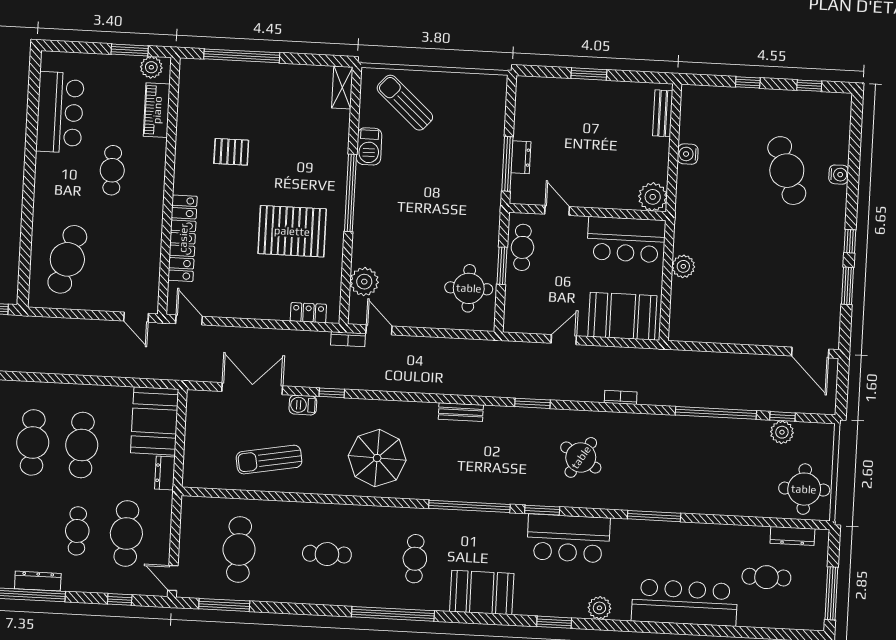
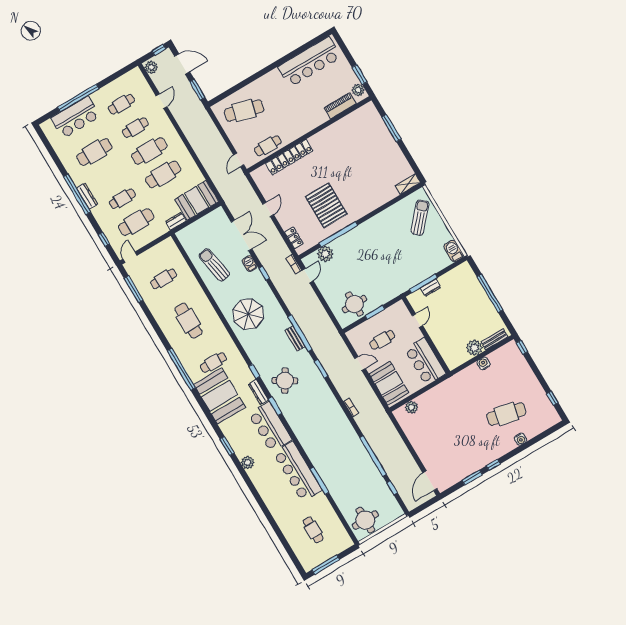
window: (242, 56) -> (391, 128), width x0.68
window: (589, 74) -> (490, 293), width x2.11
window: (748, 82) -> (522, 347), moved
bar counter: (60, 112) -> (309, 62), width x1.36
barbecue: (369, 146) -> (454, 251), moved, turned 90
pallet: (231, 152) -> (344, 153), removed
cafe table: (112, 170) -> (268, 146), moved
cafe table: (787, 171) -> (506, 414), turned 33
window: (350, 193) -> (338, 234), moved
plant: (653, 197) -> (474, 348), moved
cafe table: (522, 247) -> (382, 340), moved
plant: (683, 266) -> (412, 407), moved
door: (189, 320) -> (268, 209), moved
window: (458, 399) -> (300, 333), added
plant: (782, 432) -> (385, 492), removed
round table: (581, 457) -> (285, 381), moved
window: (469, 506) -> (254, 371), width x0.32
window: (654, 516) -> (319, 481), moved
dresser: (792, 536) -> (258, 392), moved
cafe table: (239, 549) -> (164, 279), width x0.73, depth x0.74
cafe table: (327, 554) -> (189, 321), width x1.37, depth x1.35
booth: (482, 592) -> (220, 396), width x1.36, depth x1.42
bar counter: (685, 603) -> (298, 471), moved, turned 180

